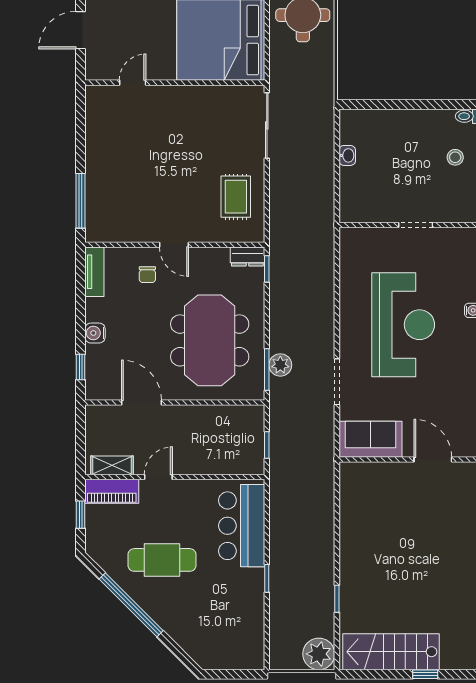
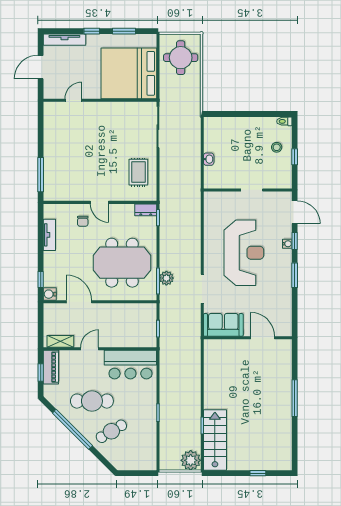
washbasin: (347, 155) -> (209, 159), moved
tv unit: (94, 272) -> (49, 235), moved
water cooler: (95, 333) -> (50, 294), moved
meeting table: (210, 340) -> (122, 263), turned 90
piano: (112, 491) -> (51, 367), moved, turned -90
bar counter: (242, 526) -> (130, 365), moved, turned -90
cafe table: (193, 608) -> (111, 431), added
stairs: (391, 652) -> (215, 440), moved, turned 90

